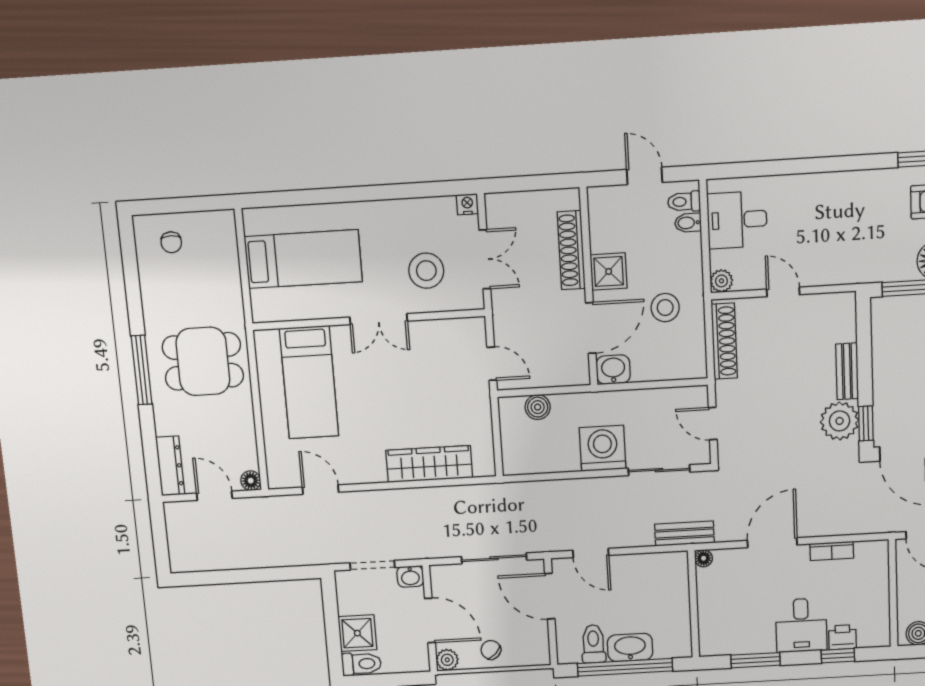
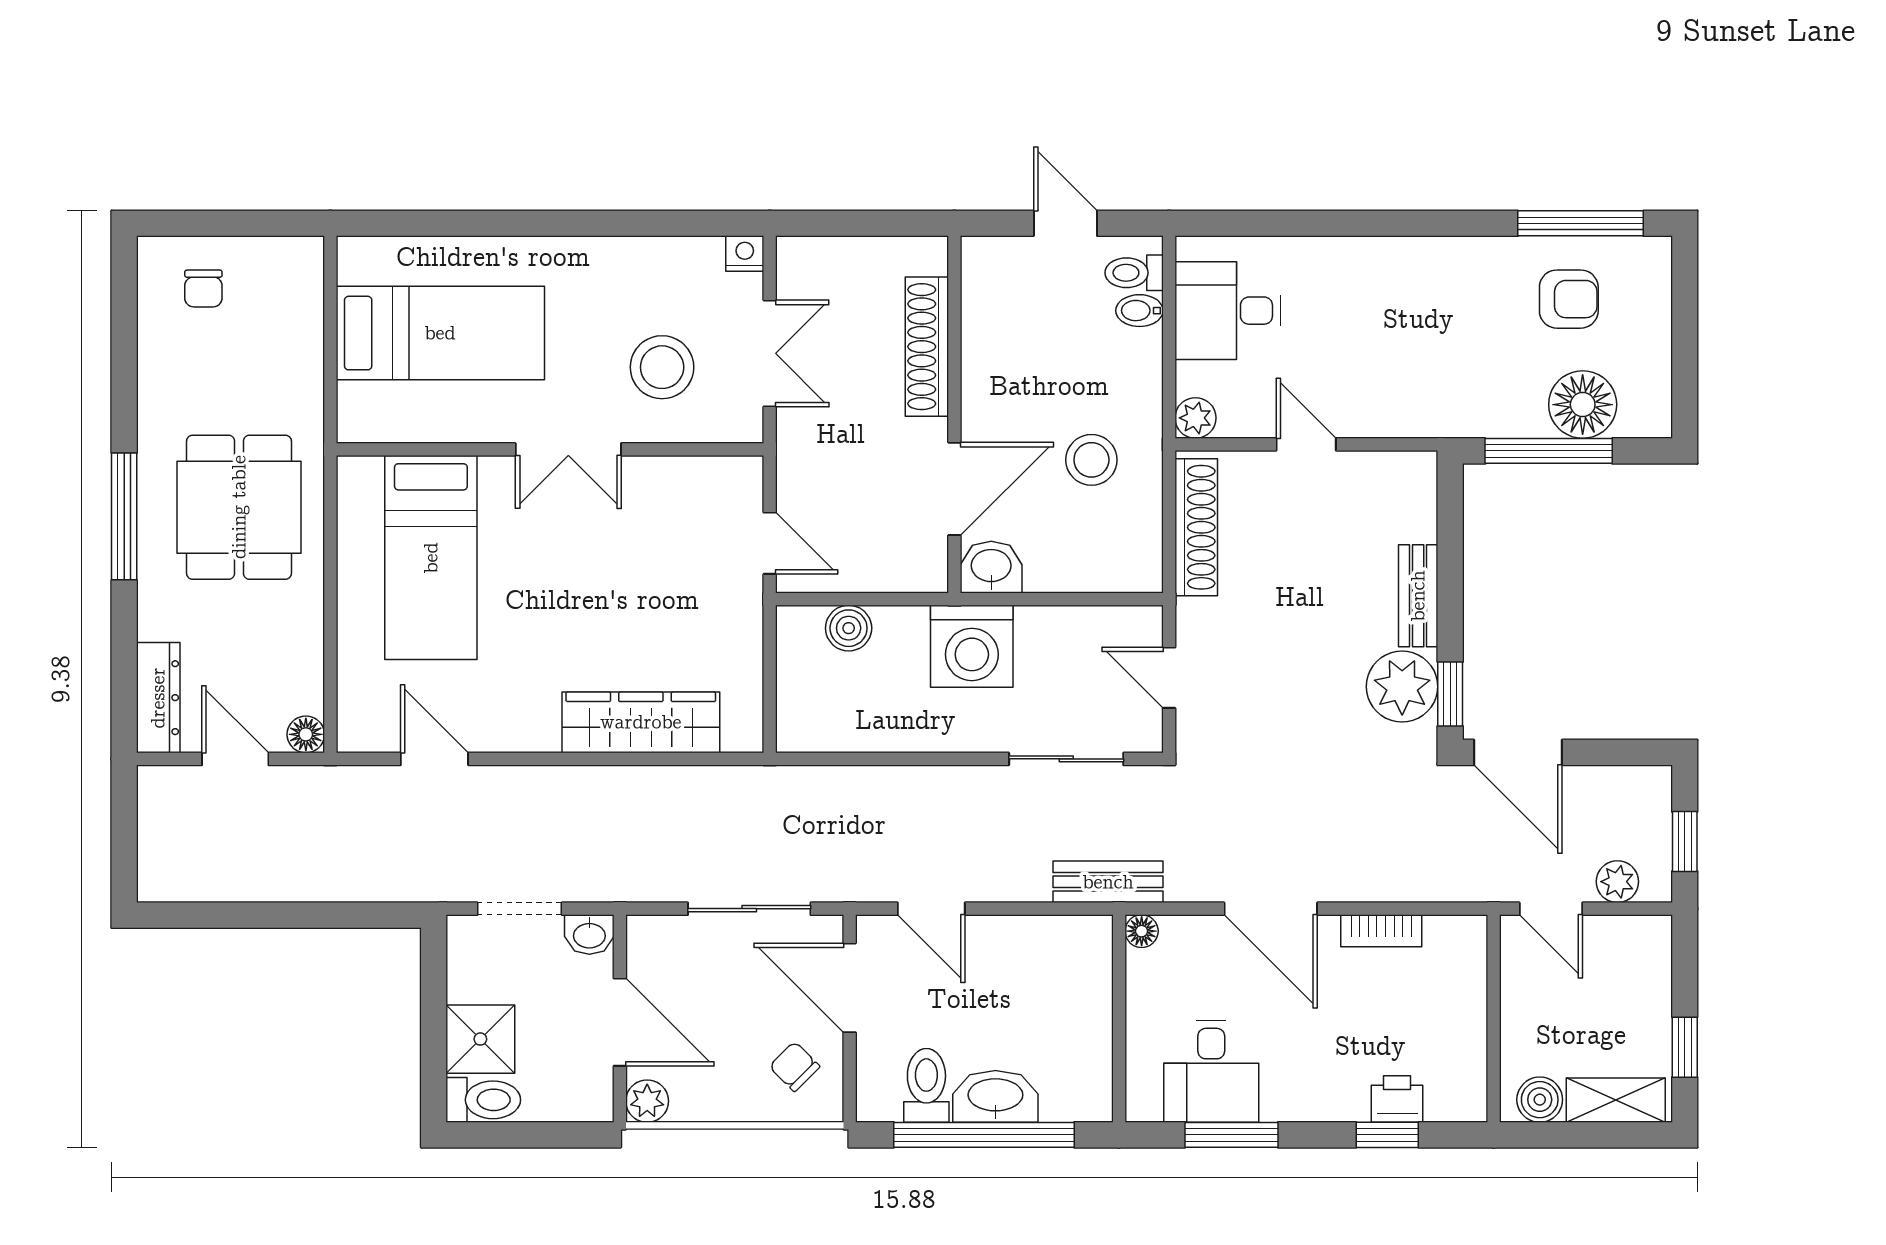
shower: (609, 271) -> (992, 389), removed
dining table: (203, 361) -> (239, 507), turned 90
washing machine: (603, 448) -> (972, 646), moved, turned 180
door: (772, 543) -> (1271, 909), swing flipped
desk: (801, 625) -> (1211, 1071), moved
chair: (491, 650) -> (794, 1067), moved

